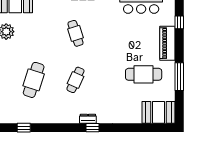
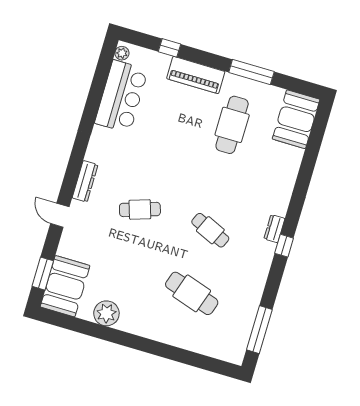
window: (24, 128) -> (259, 330), width x2.17
window: (93, 128) -> (284, 246), moved

